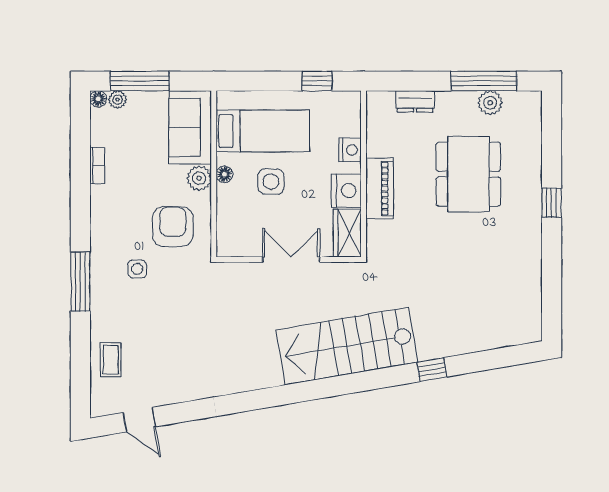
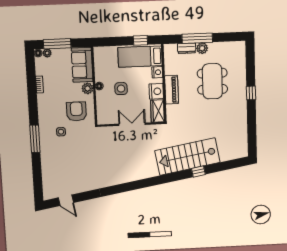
window: (484, 81) -> (197, 38), moved
plant: (490, 103) -> (202, 48), moved
bed: (263, 131) -> (140, 57), moved, turned 180
stairs: (347, 346) -> (187, 157), moved
coffee table: (111, 360) -> (51, 174), removed

